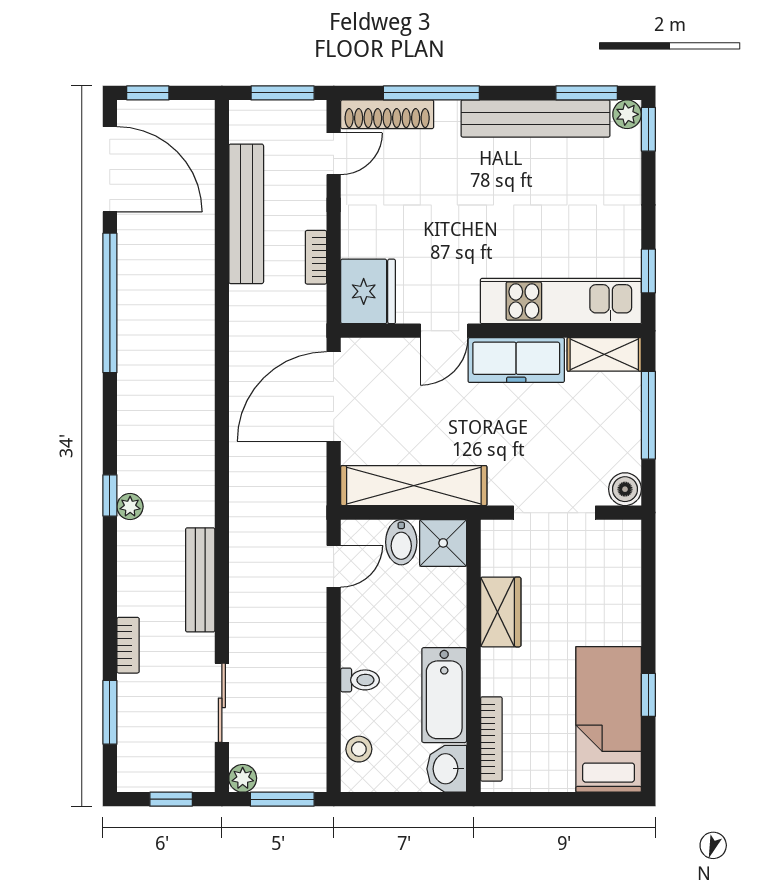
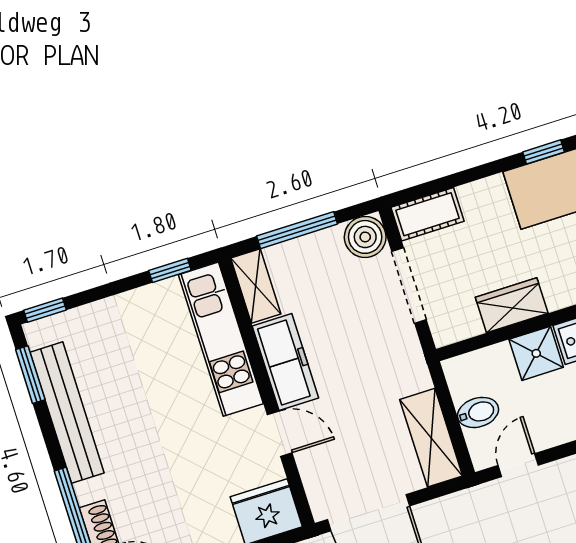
plant: (627, 114) -> (38, 333), removed
shelving: (414, 486) -> (431, 438), width x0.68
boiler: (625, 489) -> (365, 237), width x1.36, depth x1.36
shower: (443, 543) -> (536, 353), moved
cot: (622, 555) -> (428, 214), added
door: (334, 566) -> (518, 465), hinge flipped

